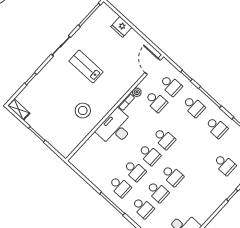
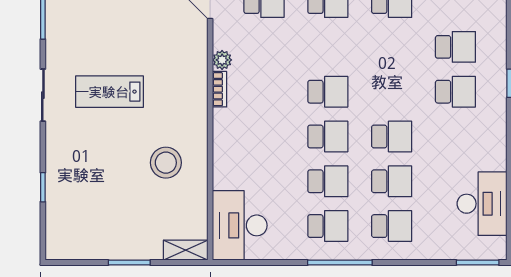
school desk: (156, 101) -> (455, 92), moved
shelving: (19, 109) -> (186, 250), moved
desk: (116, 128) -> (240, 225), moved

